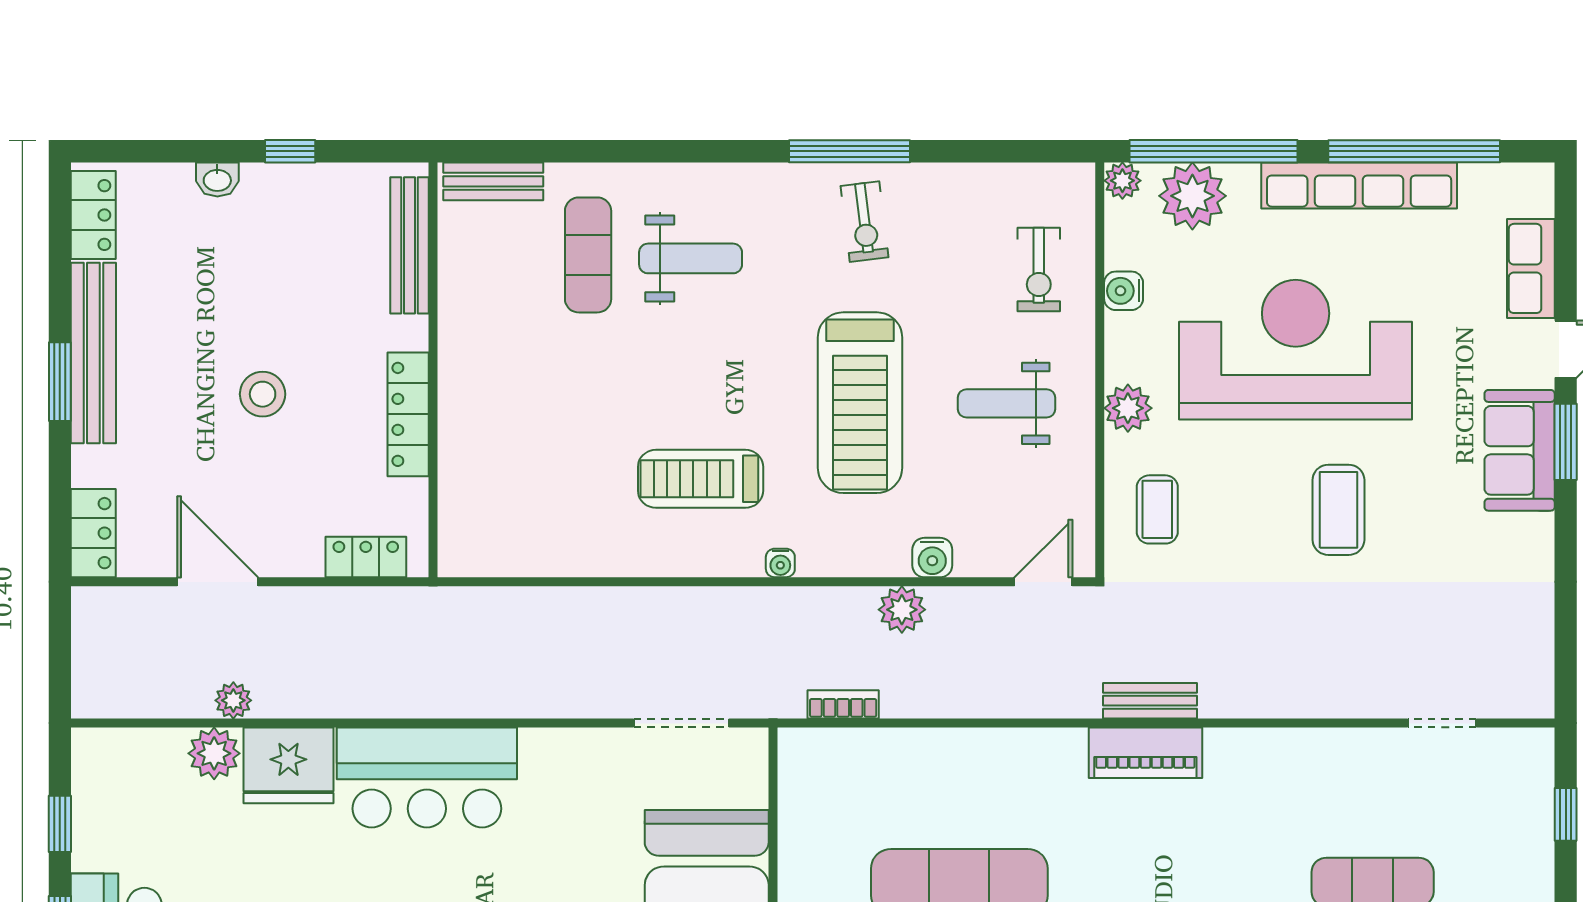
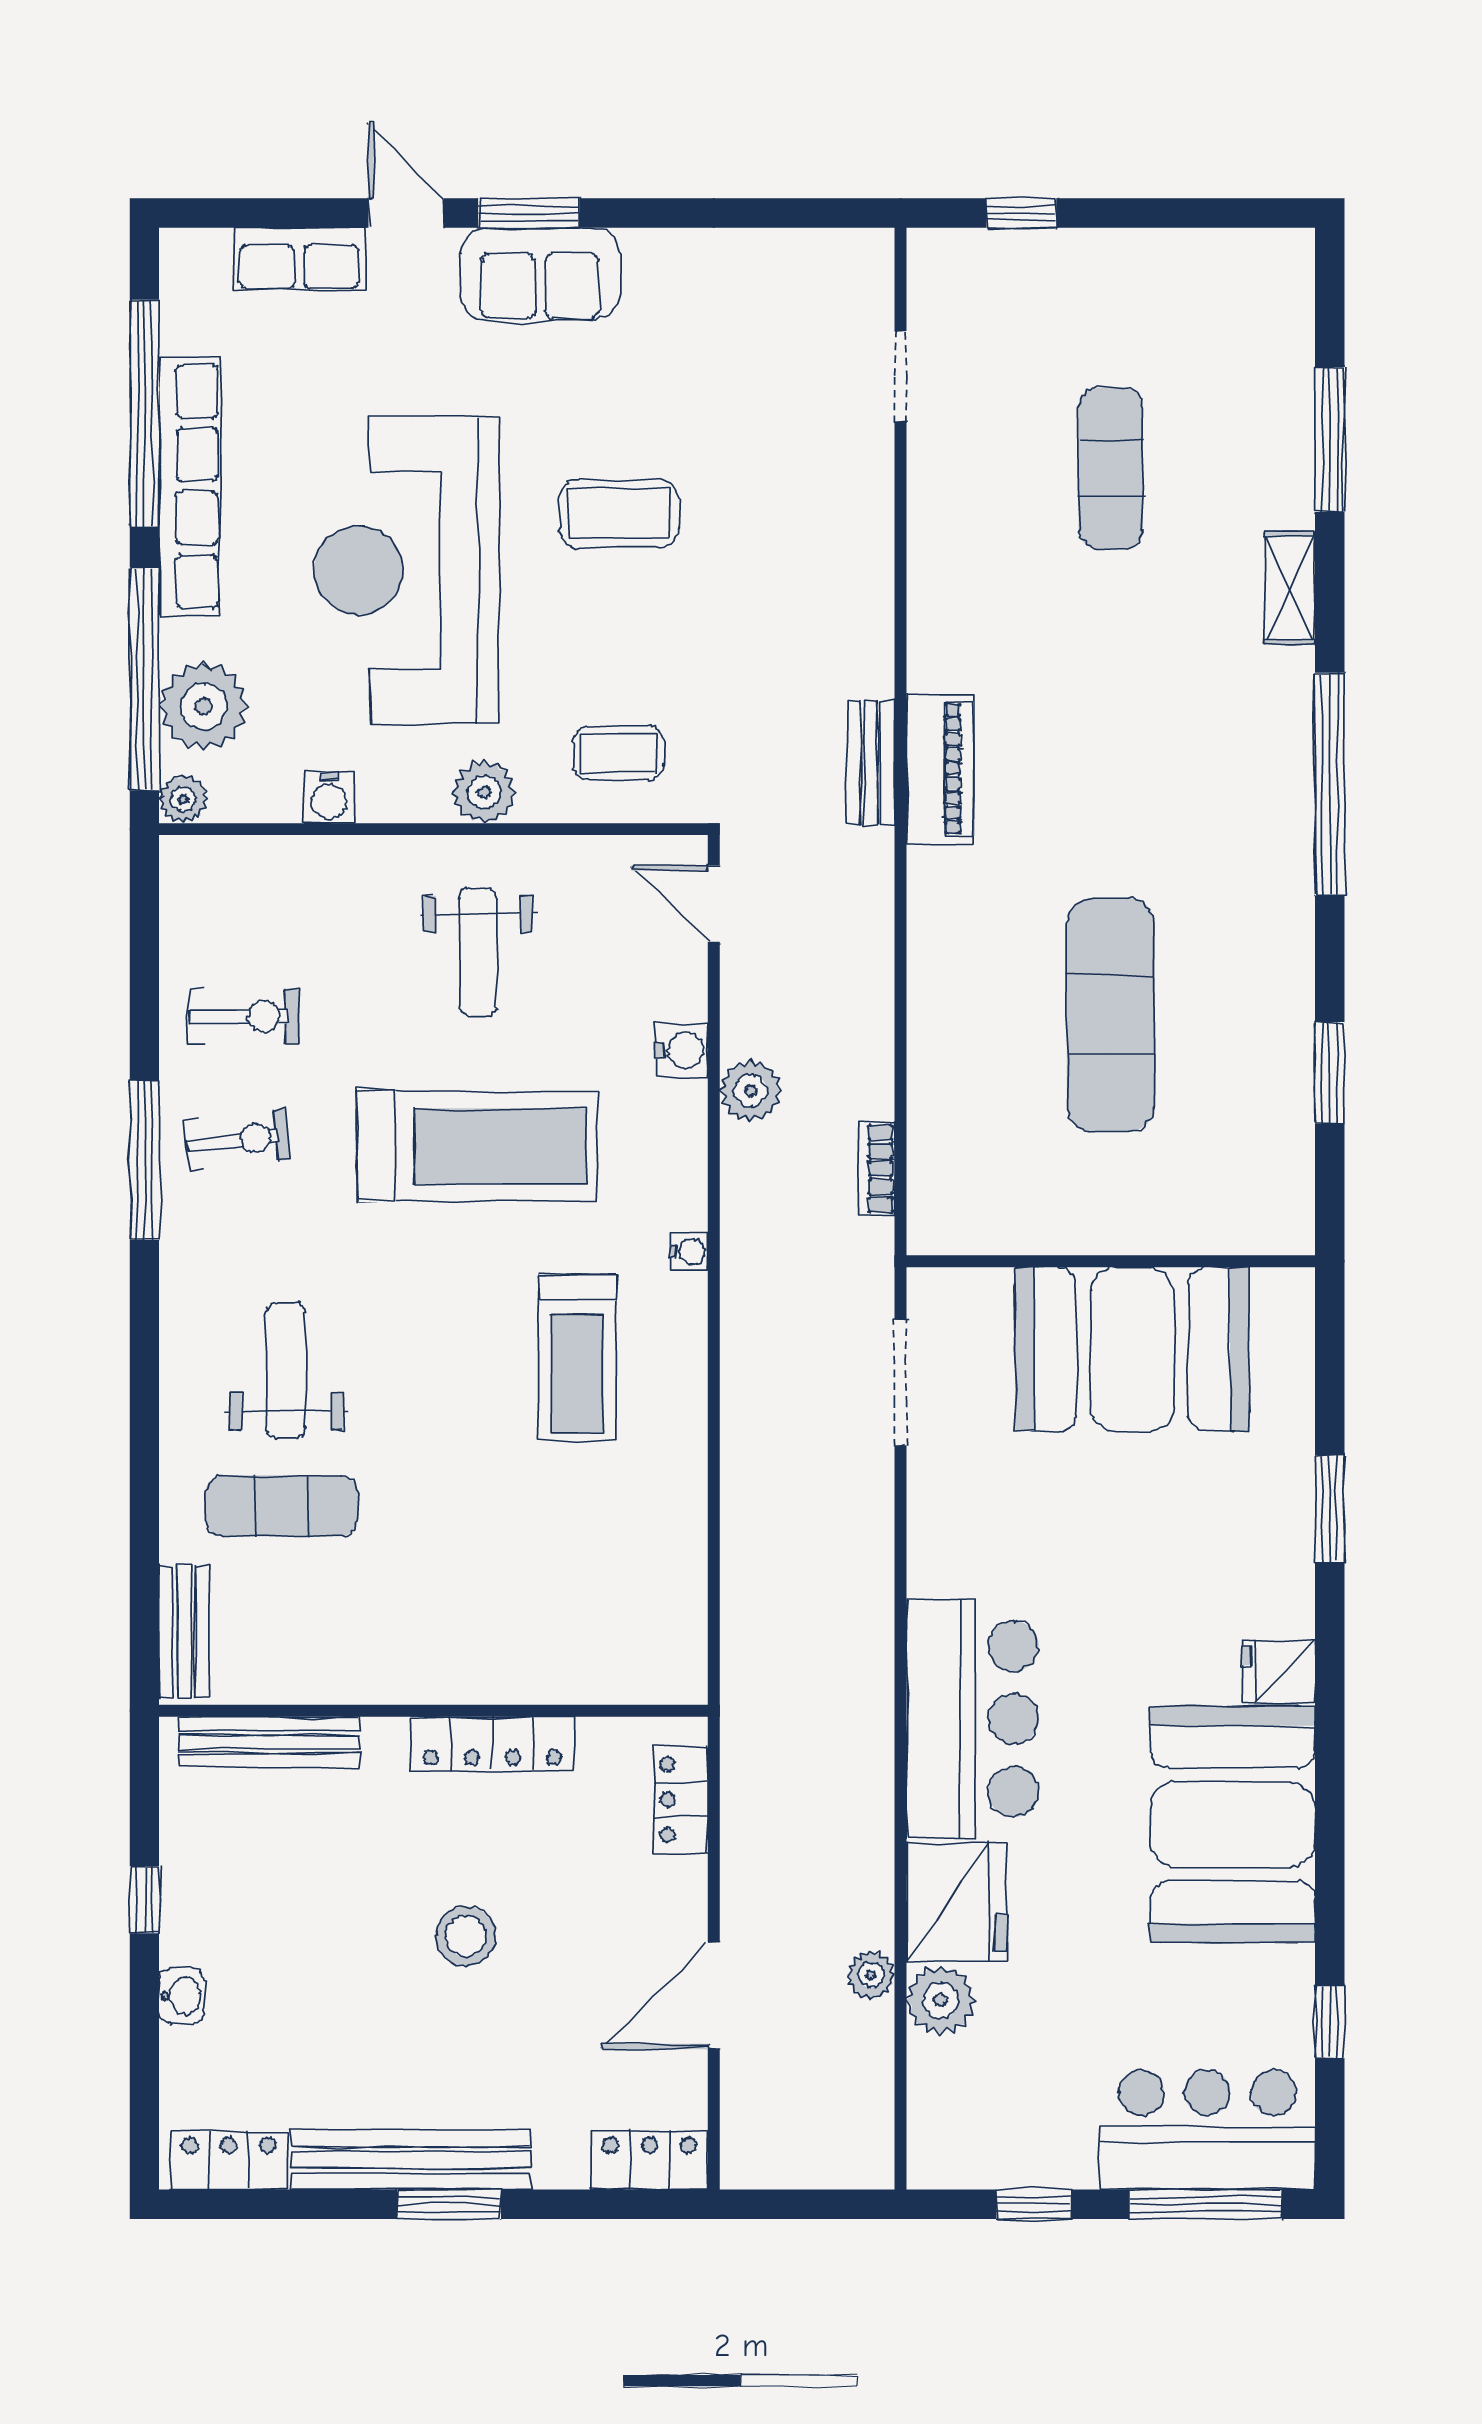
exercise bike: (1039, 269) -> (244, 1017), moved

